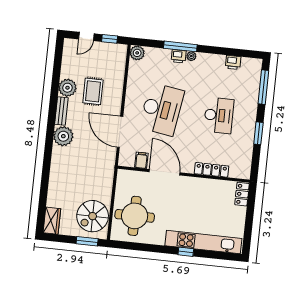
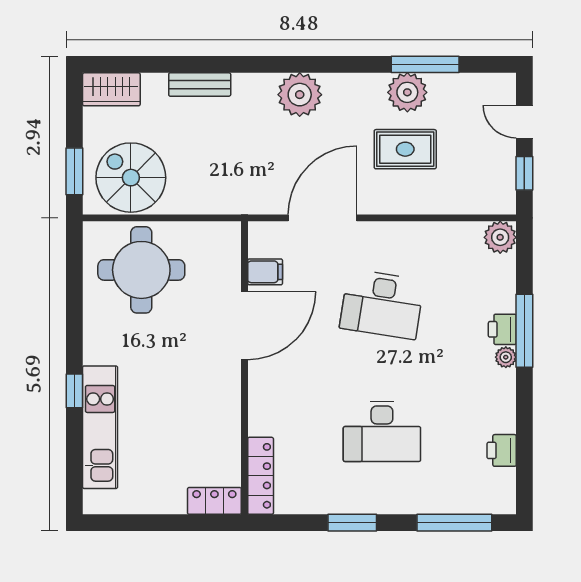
window: (56, 78) -> (425, 64), added
desk: (162, 109) -> (382, 304), width x0.73, depth x0.77
bench: (61, 111) -> (200, 85), moved
locker: (211, 170) -> (261, 476), moved
kitchen unit: (203, 242) -> (100, 427), width x0.73

